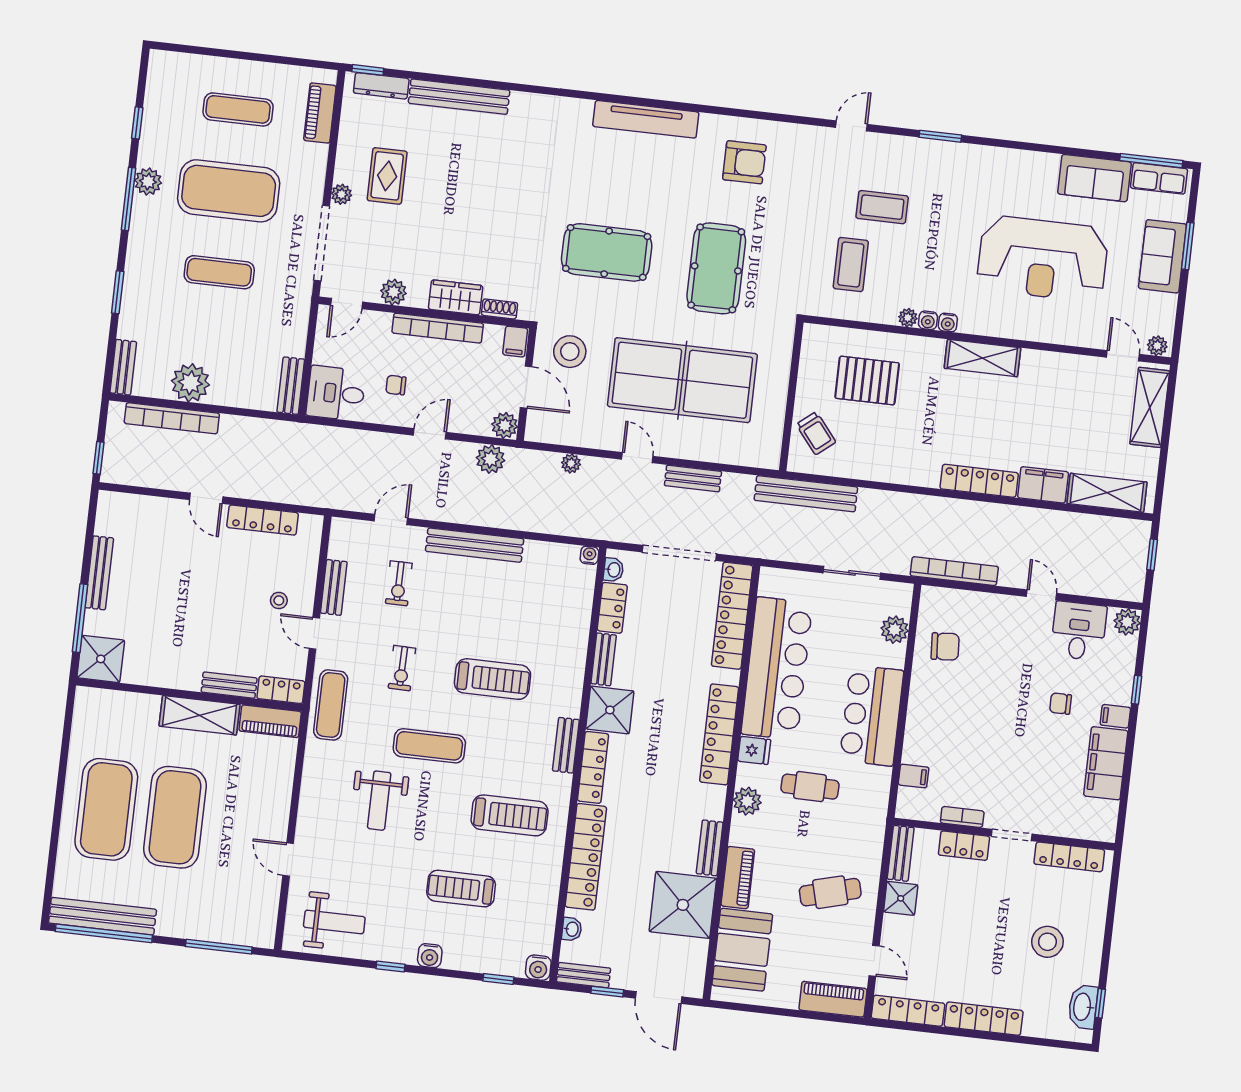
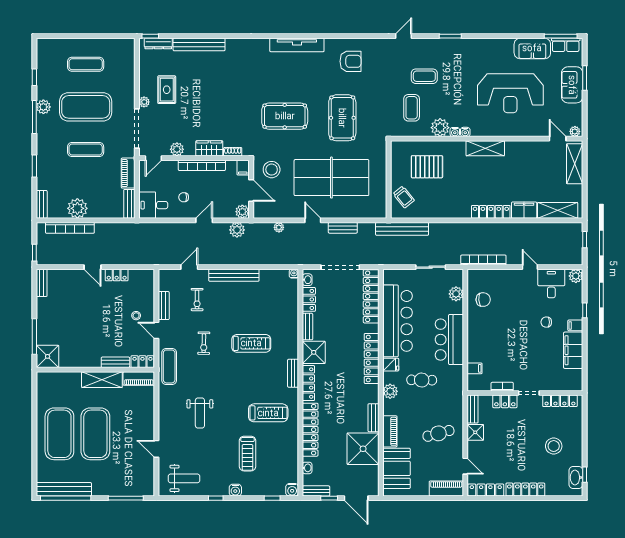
piano: (320, 113) -> (128, 173), moved
plant: (908, 318) -> (440, 128), width x1.87, depth x1.87
locker: (263, 520) -> (117, 275), width x0.66
bench: (99, 573) -> (42, 283), moved, width x0.73
exercise mat: (429, 746) -> (223, 382), removed
treadmill: (461, 889) -> (247, 454), turned -90

